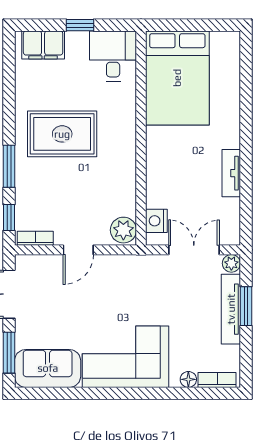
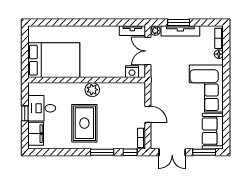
desk: (113, 56) -> (42, 108), moved
tv unit: (231, 173) -> (132, 31), moved
plant: (123, 230) -> (92, 90), moved

